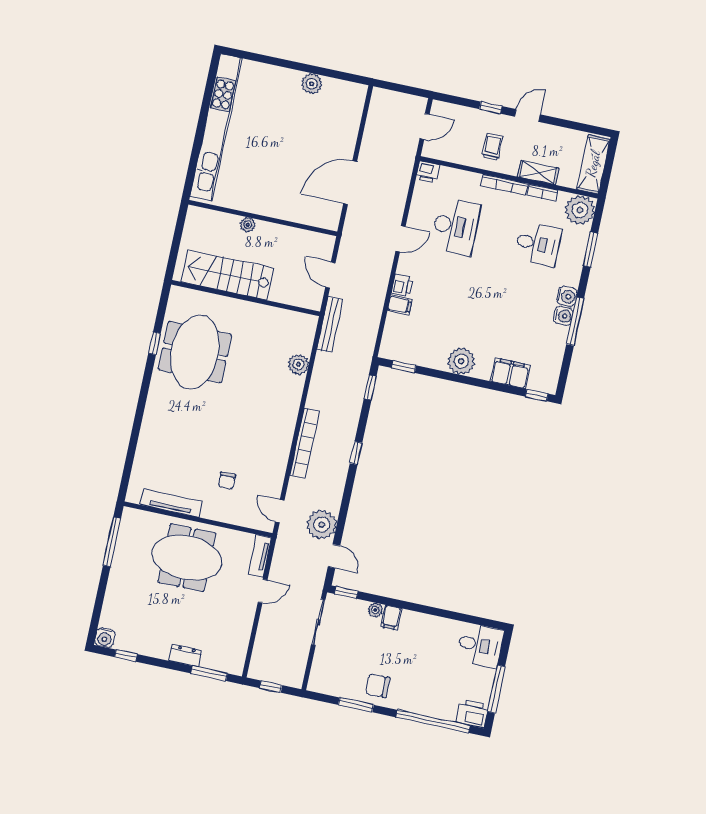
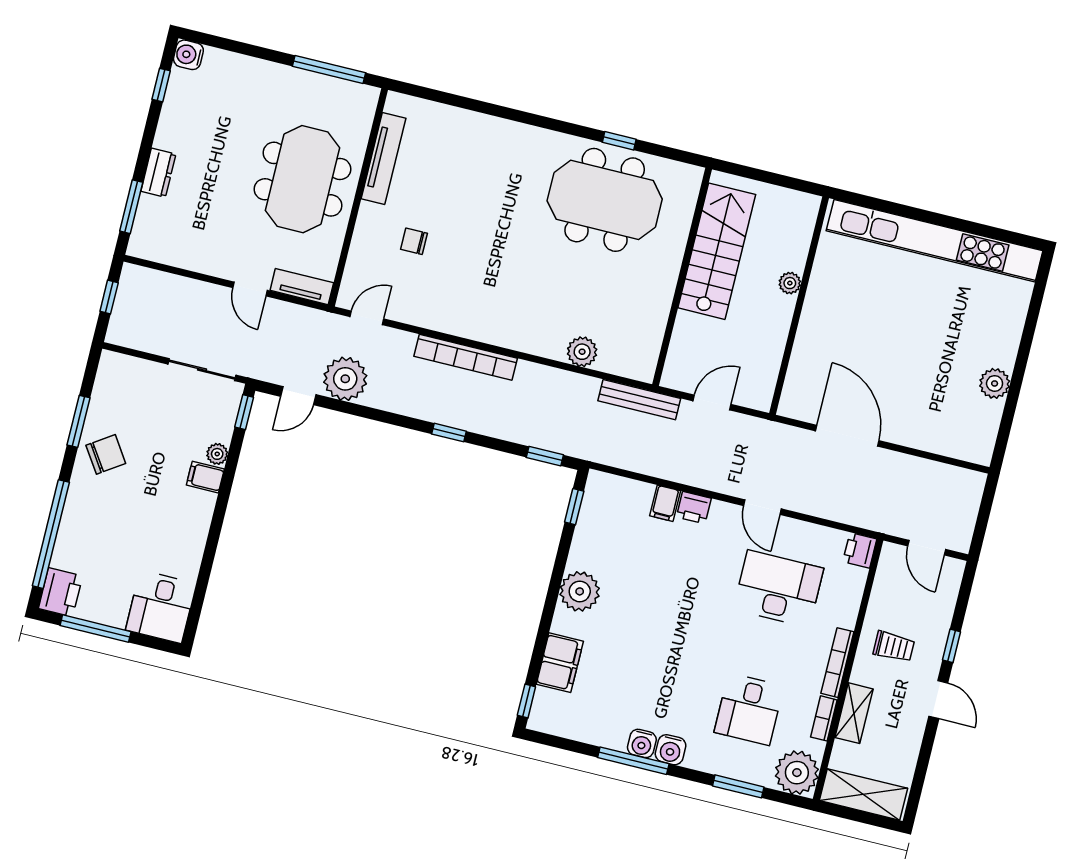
desk: (455, 226) -> (778, 589), turned 180
chair: (378, 686) -> (106, 454), turned 56

